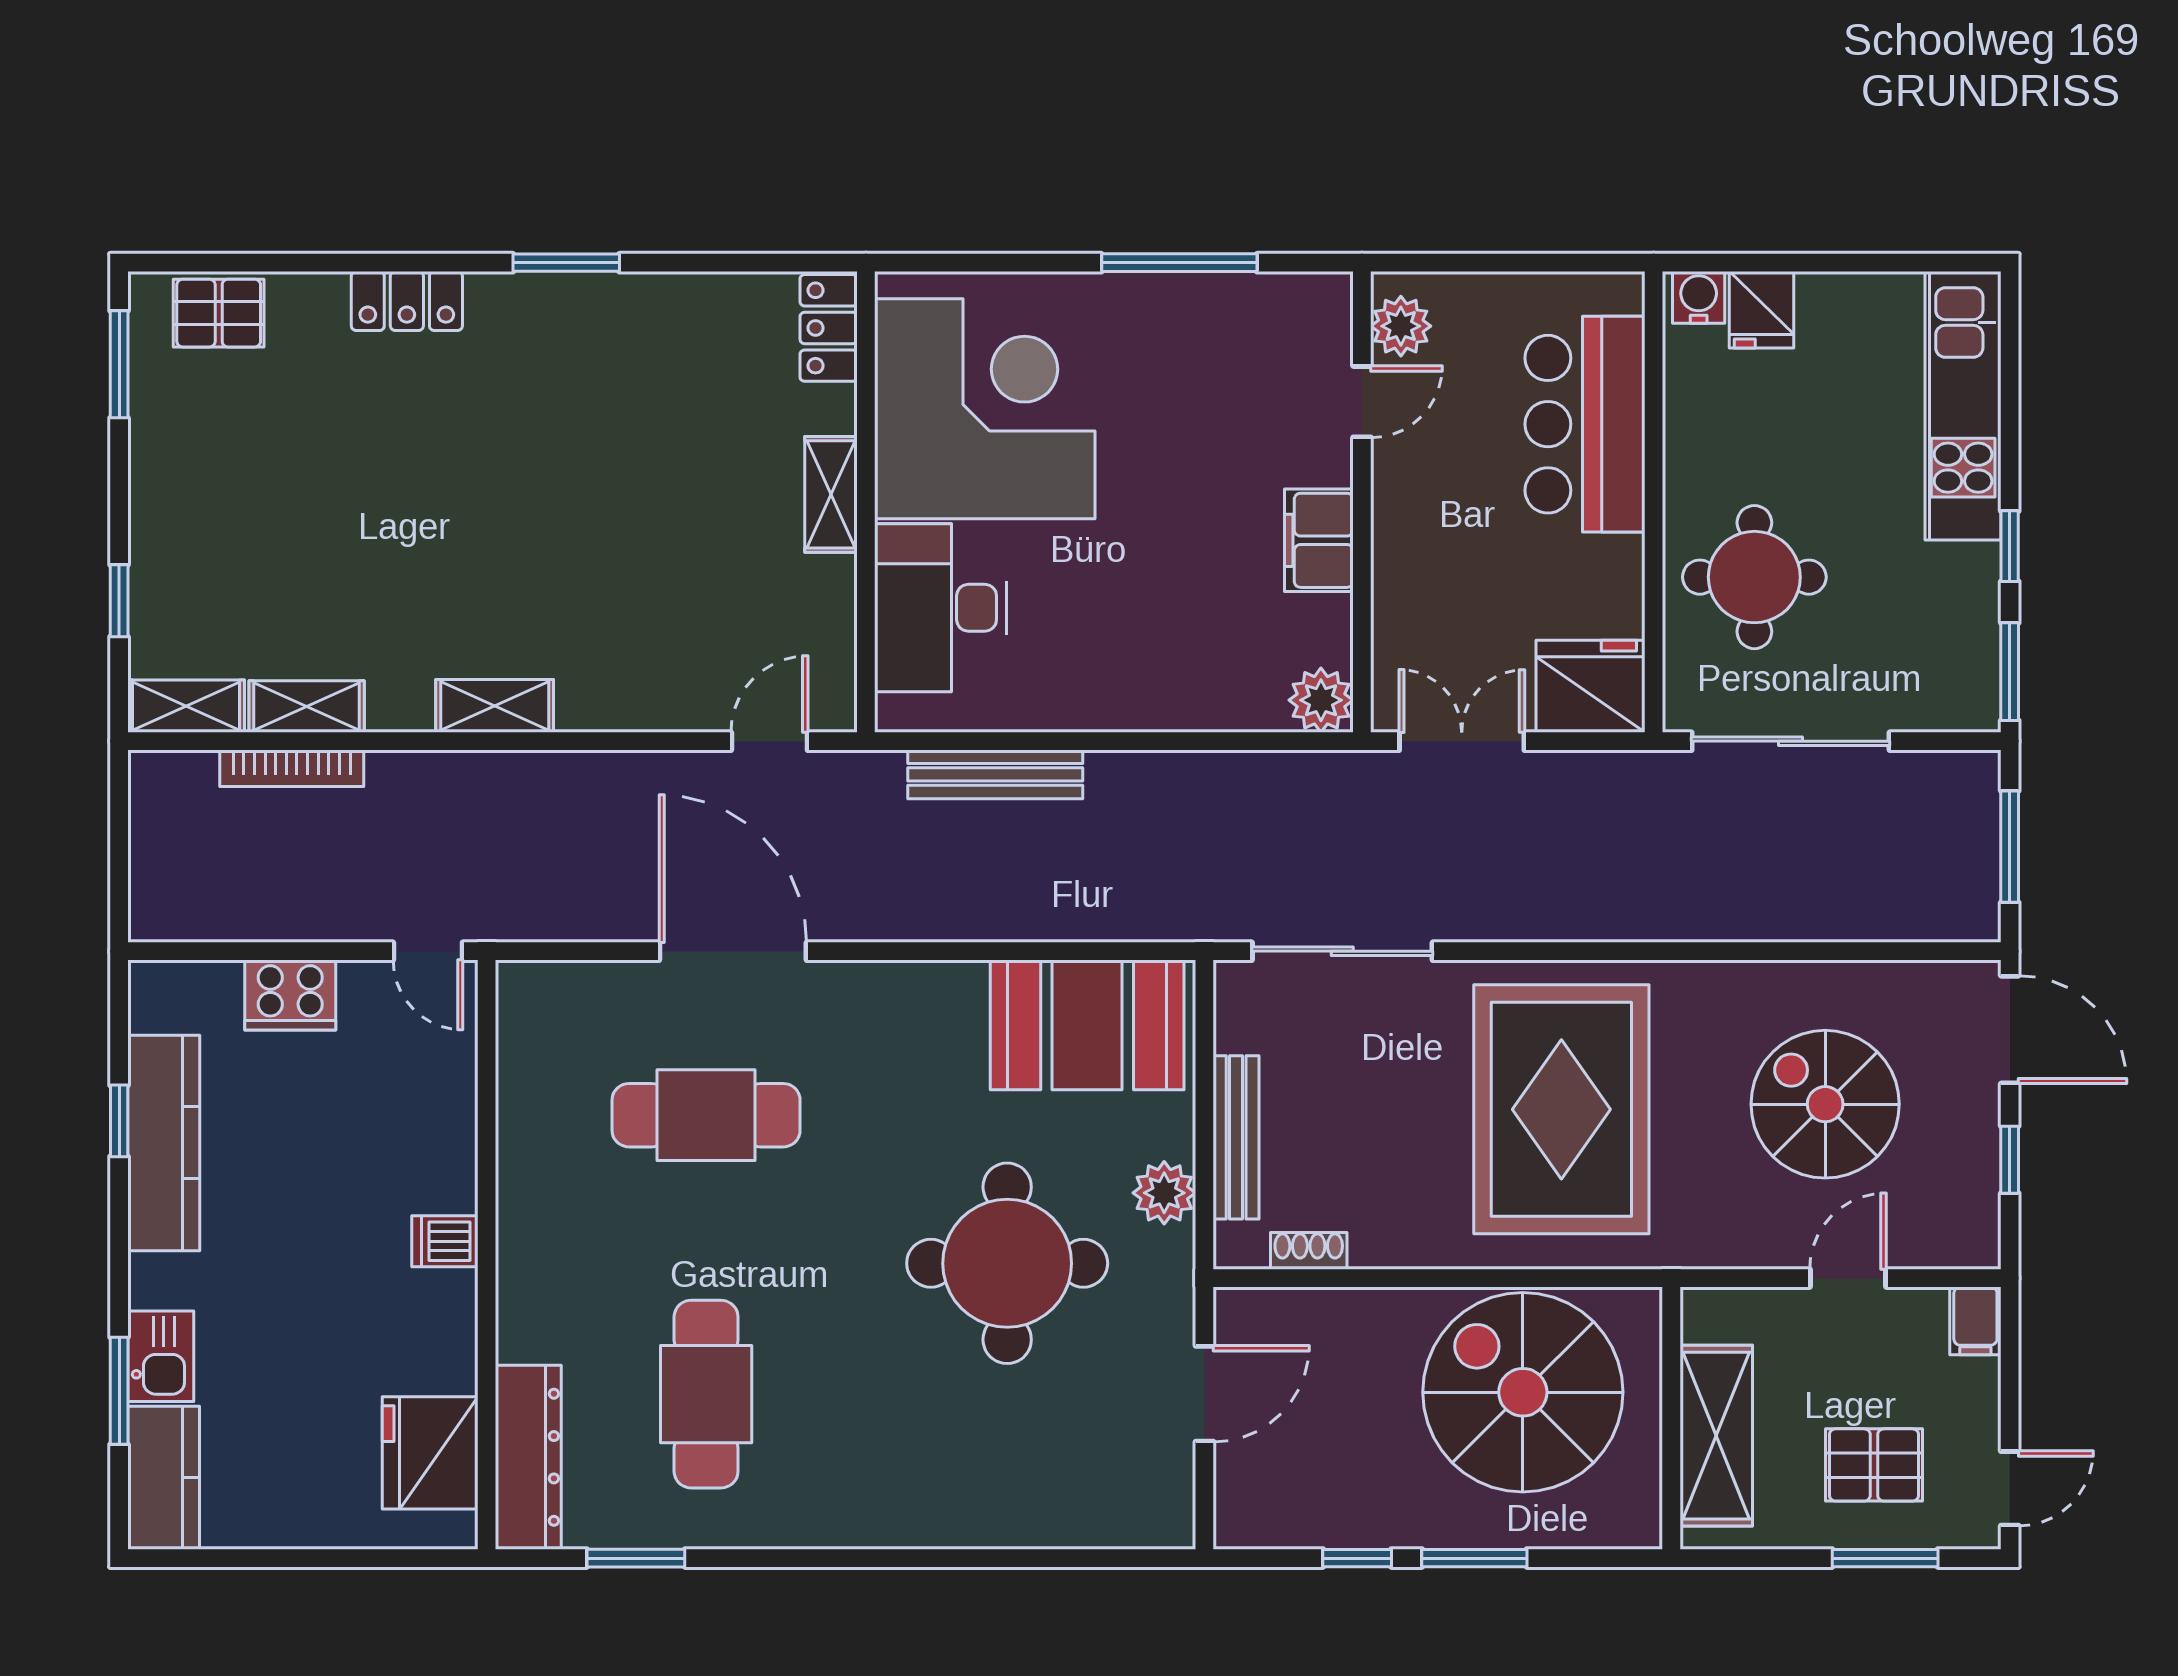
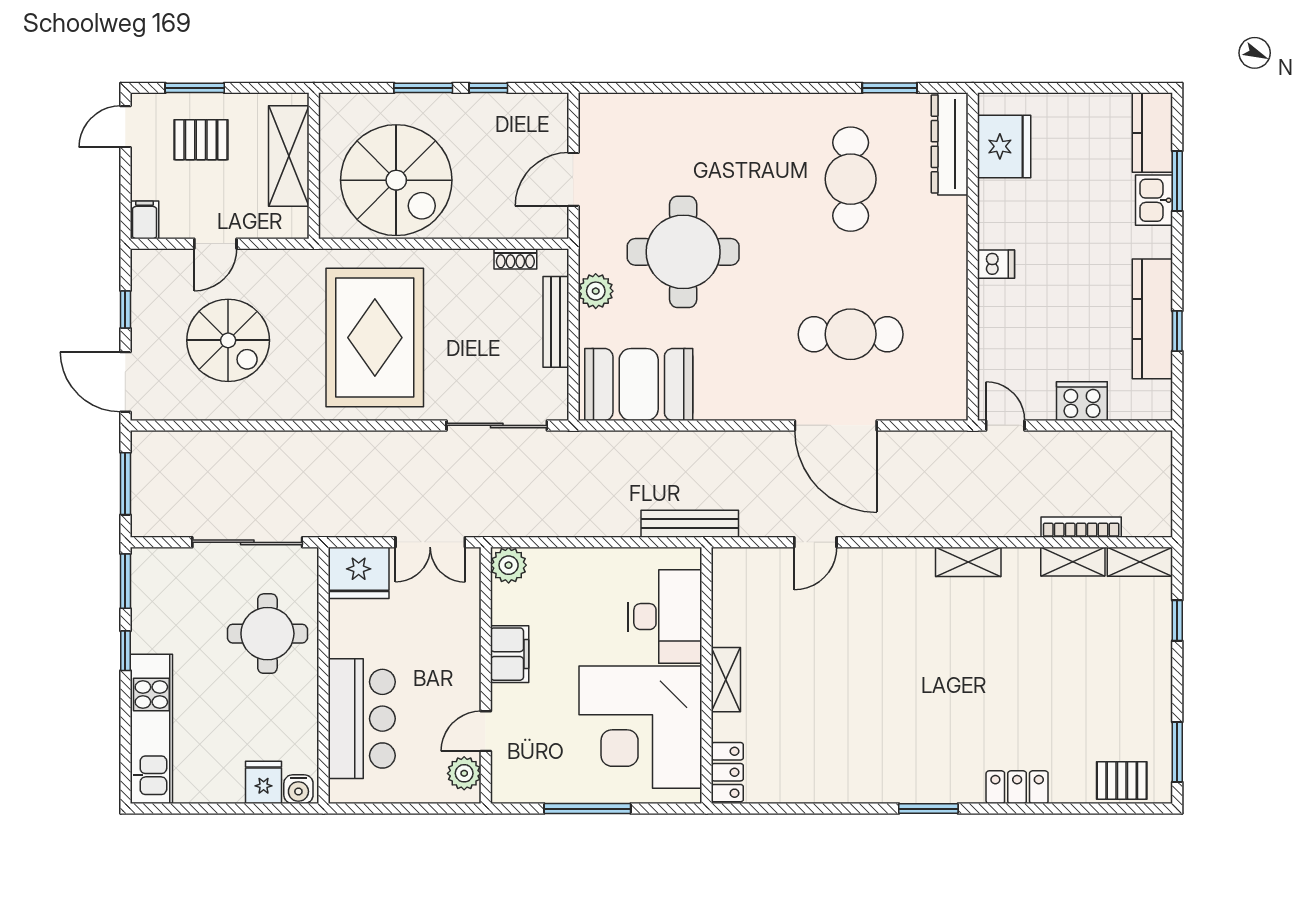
locker: (829, 328) -> (727, 772), moved
corner desk: (985, 409) -> (640, 727), moved
shelving: (831, 494) -> (726, 680), moved
wall: (866, 502) -> (706, 675), moved
desk: (941, 608) -> (665, 617), moved

